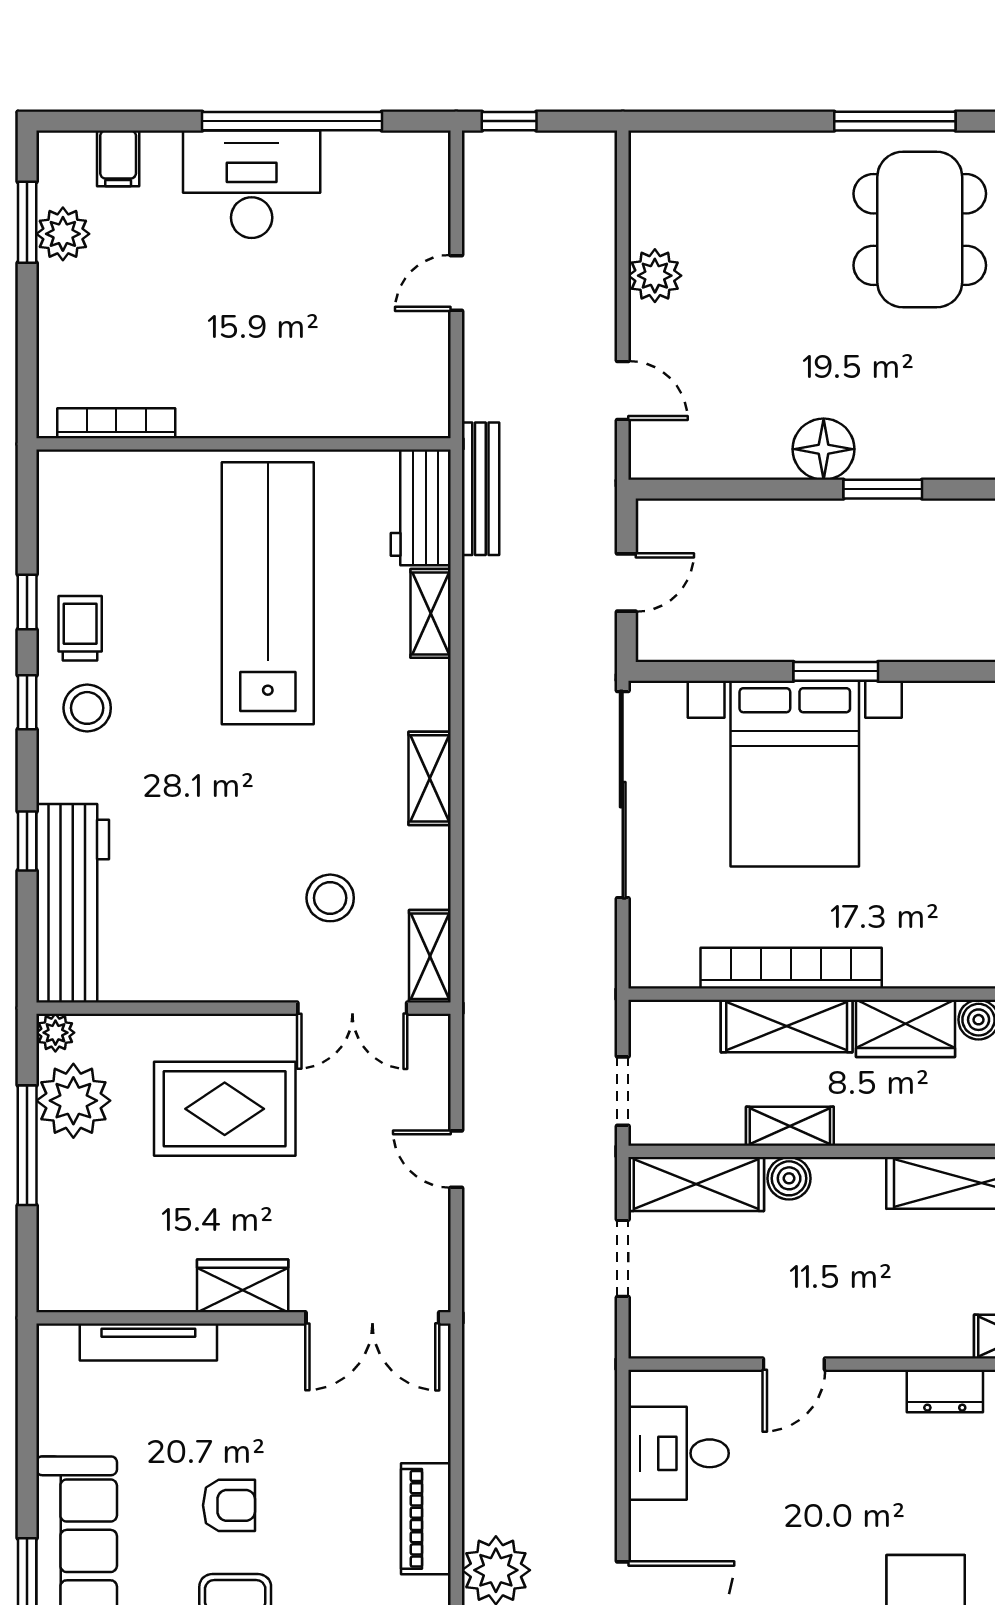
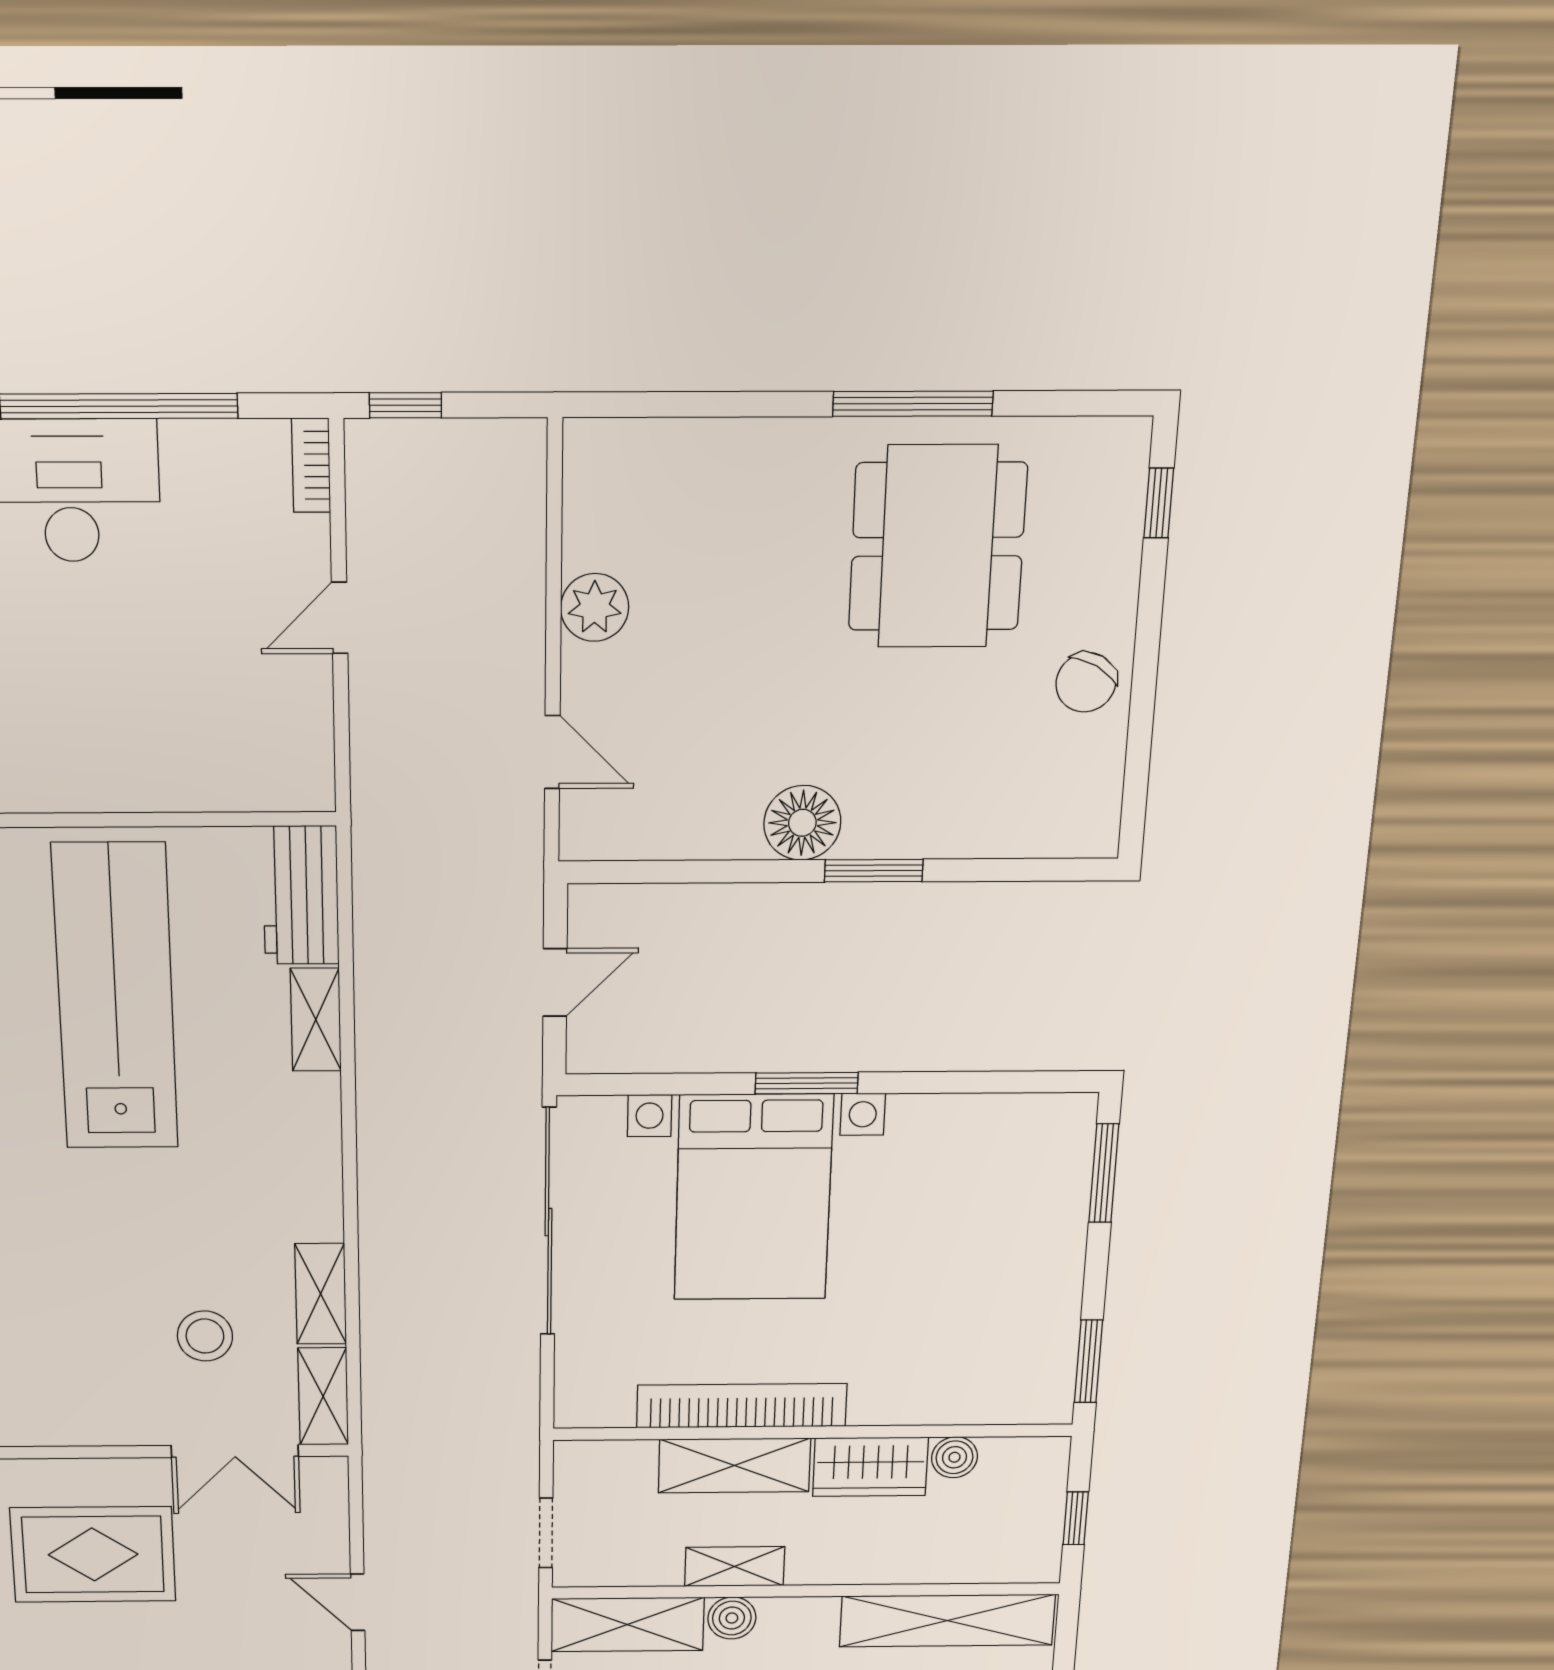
bookcase: (437, 166) -> (311, 465), added
bench: (480, 489) -> (374, 873), removed
shelving: (430, 778) -> (321, 1294), moved

